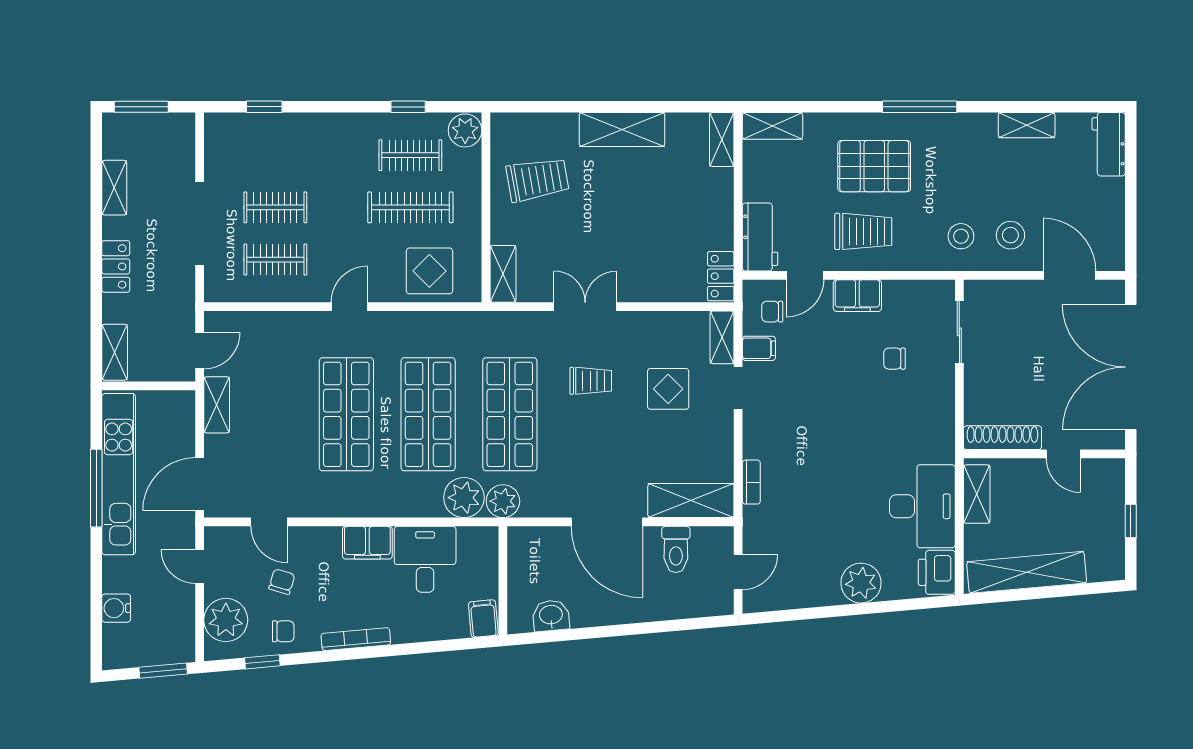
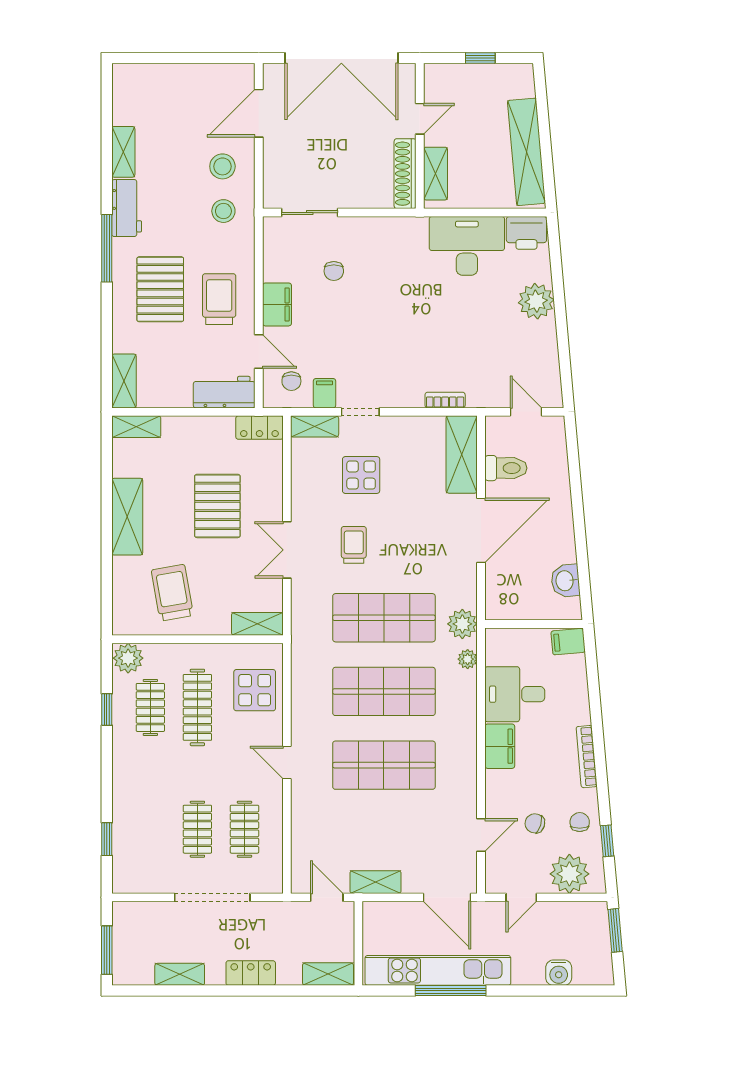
workbench: (1109, 144) -> (127, 208), moved, turned -90
pallet: (634, 230) -> (217, 506), added
shelving: (977, 494) -> (435, 174), moved, turned 90
plant: (464, 498) -> (468, 659), width x0.53, depth x0.53

